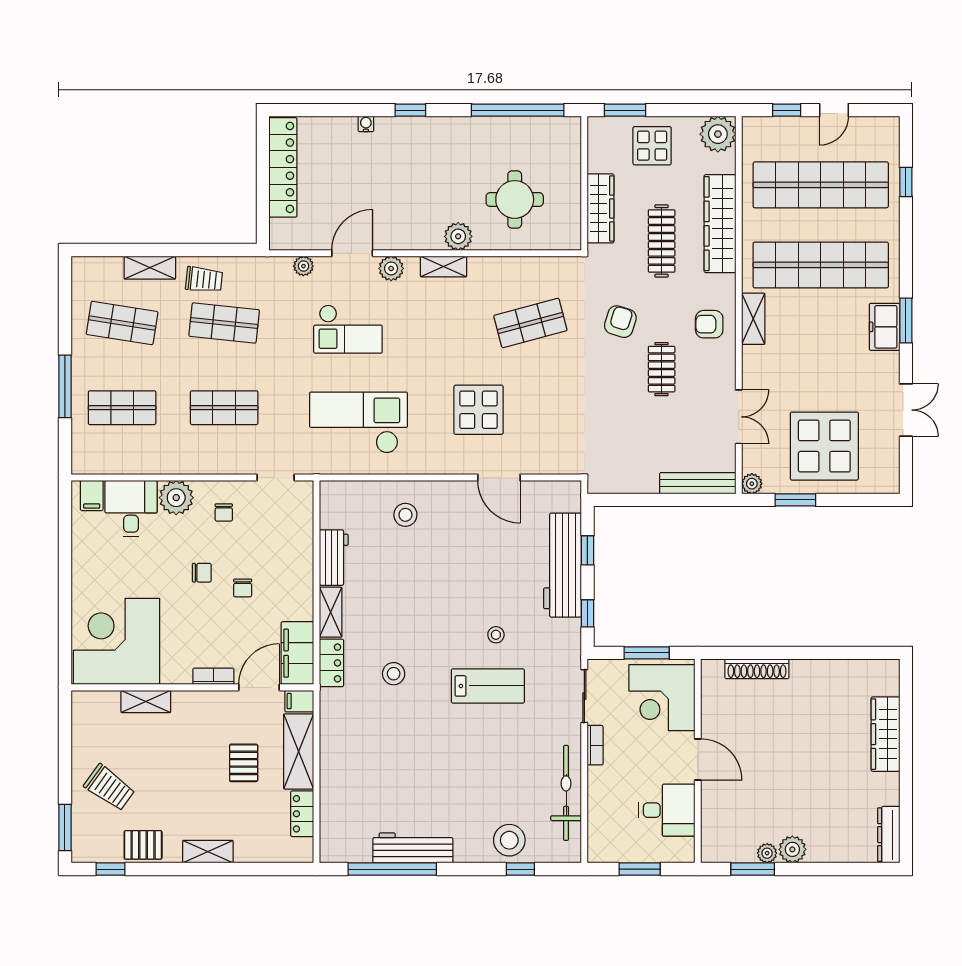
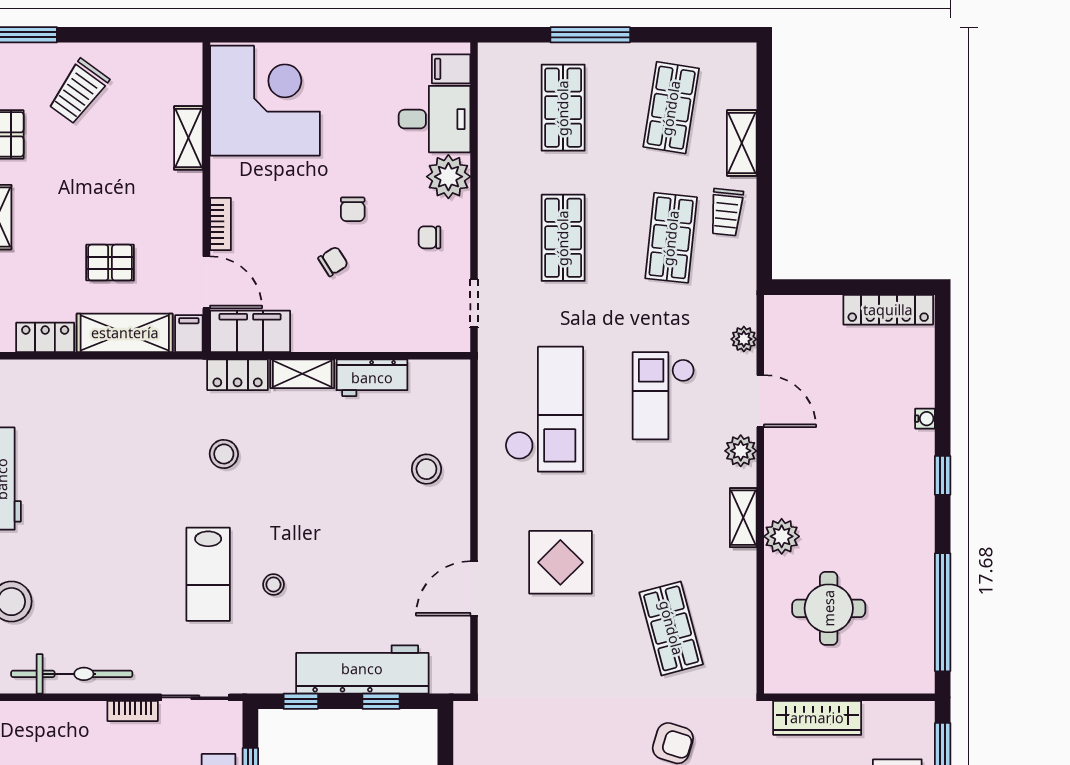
locker: (283, 167) -> (888, 310), width x0.71, depth x0.83
chair: (243, 588) -> (333, 261), turned 148

